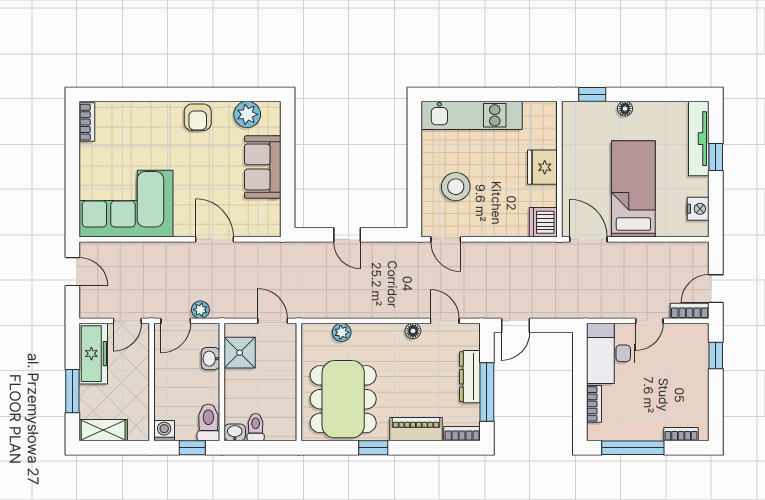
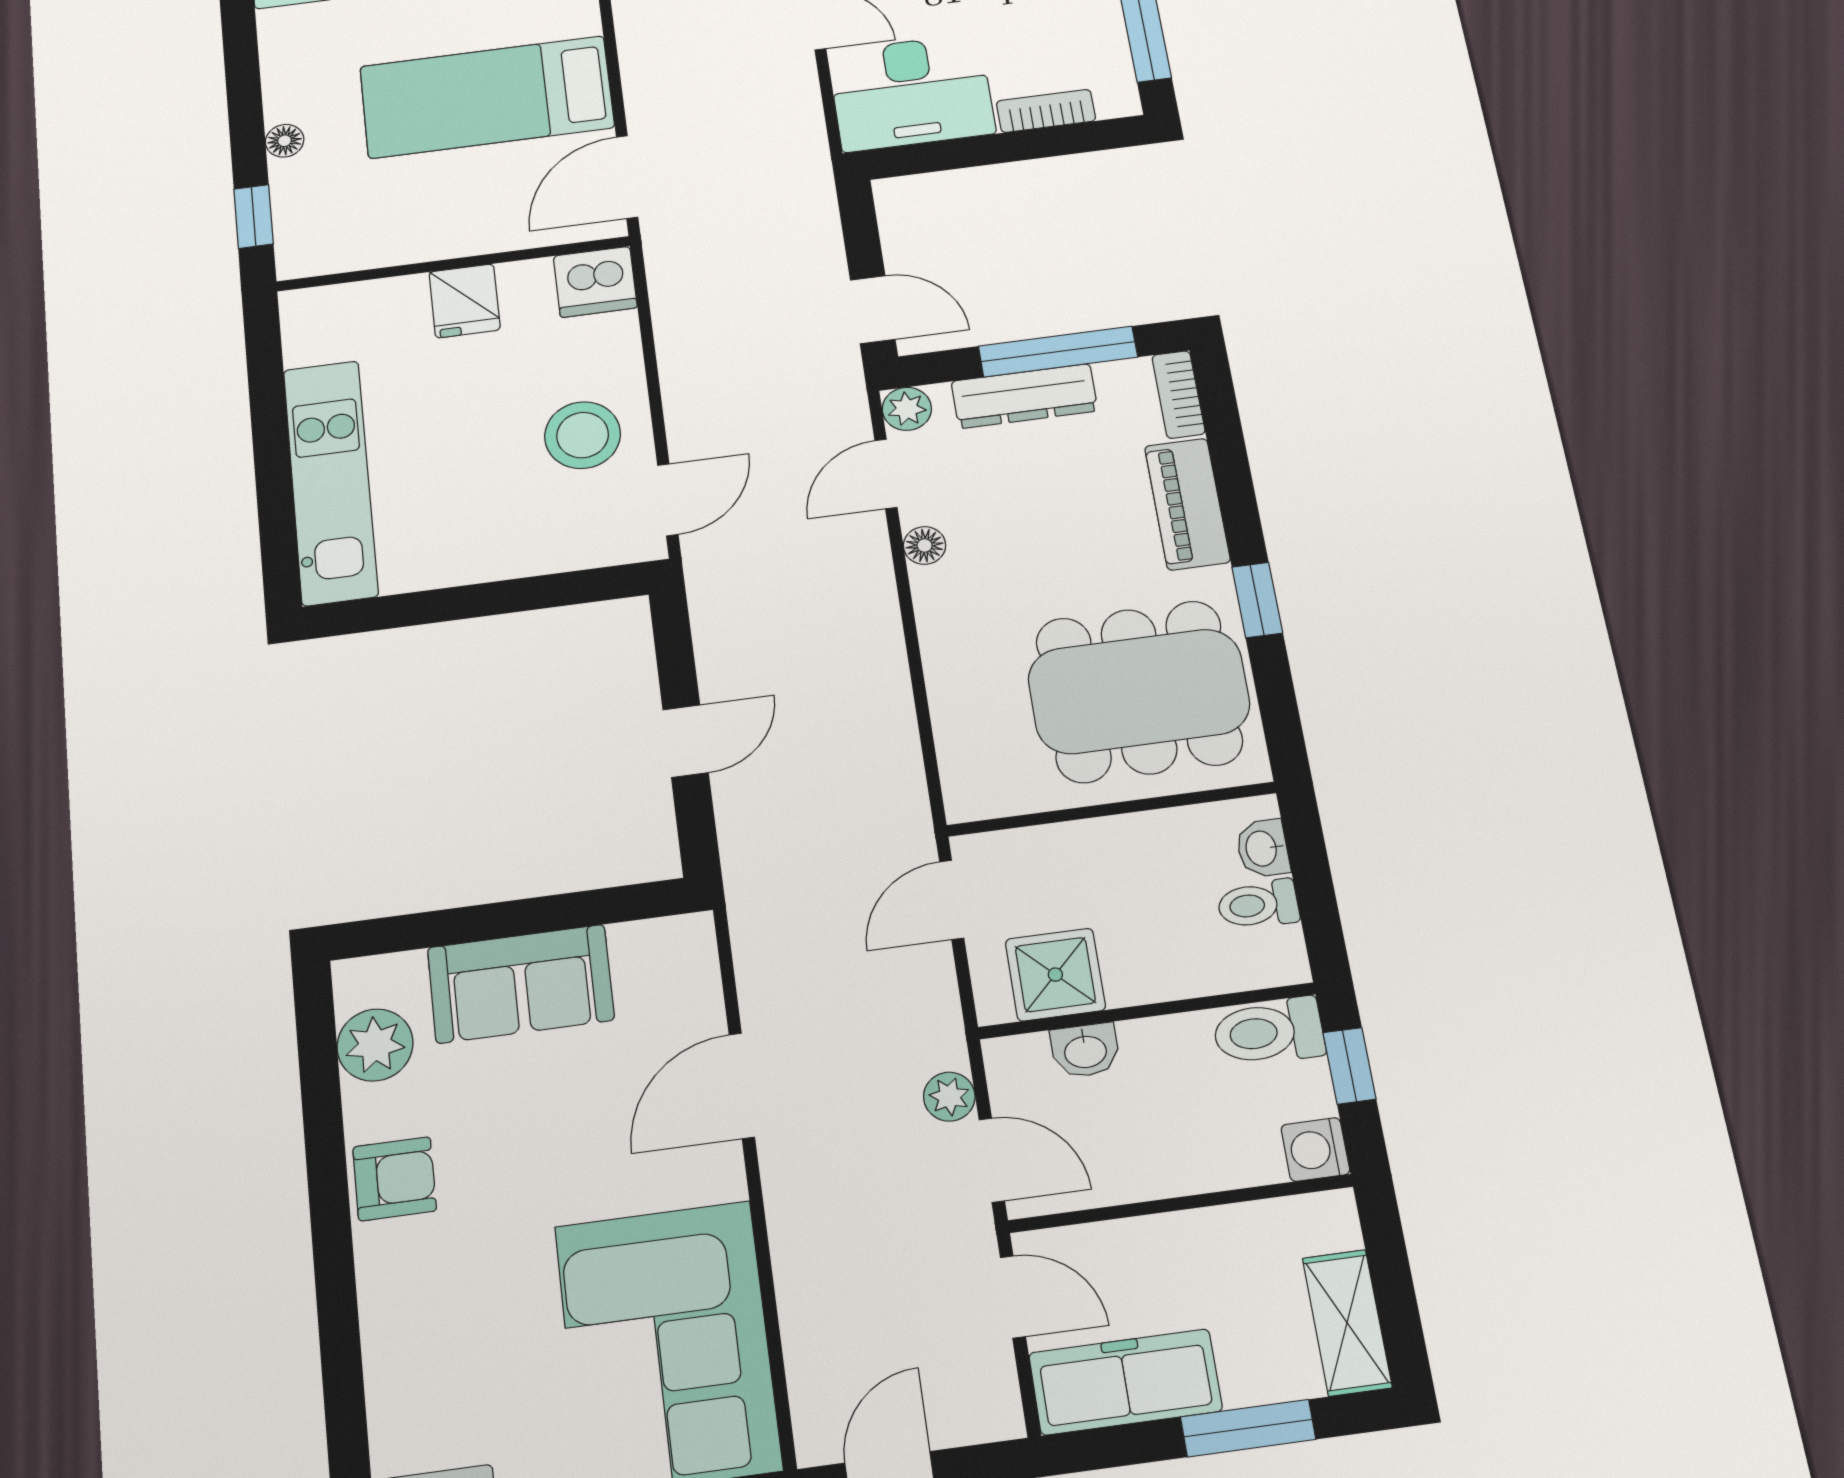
fridge: (542, 167) -> (465, 301), width x0.72
stool: (456, 187) -> (583, 435), moved
plant: (342, 332) -> (907, 409), moved
washbasin: (235, 432) -> (1263, 848), moved

